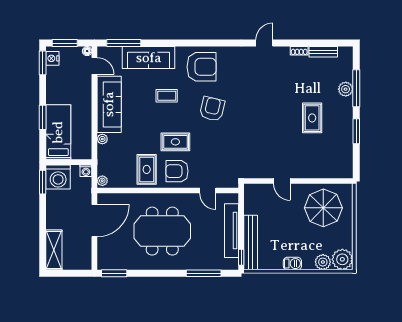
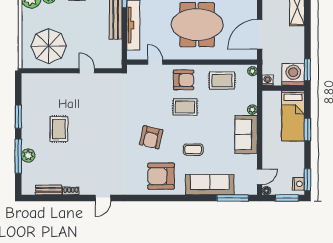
door: (94, 66) -> (260, 177), swing flipped
sofa: (109, 104) -> (246, 134), width x0.73
rug: (147, 169) -> (222, 81), moved, turned 90

